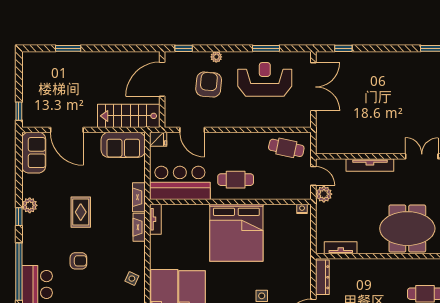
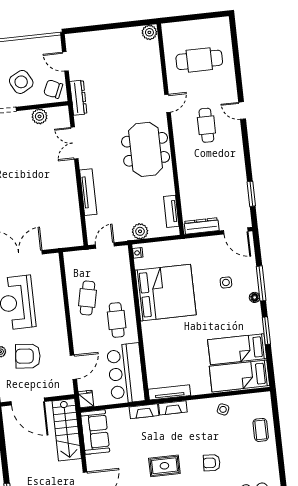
cafe table: (286, 148) -> (87, 298), moved
plant: (324, 194) -> (140, 231), moved
tv unit: (155, 219) -> (169, 392), width x1.41
bed: (236, 233) -> (166, 293), moved
armchair: (78, 261) -> (212, 463), turned -86

